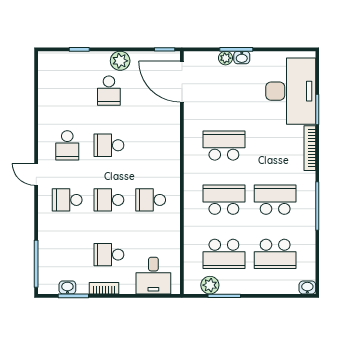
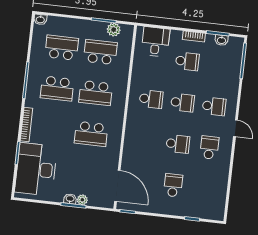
plant: (120, 61) -> (162, 207), removed

